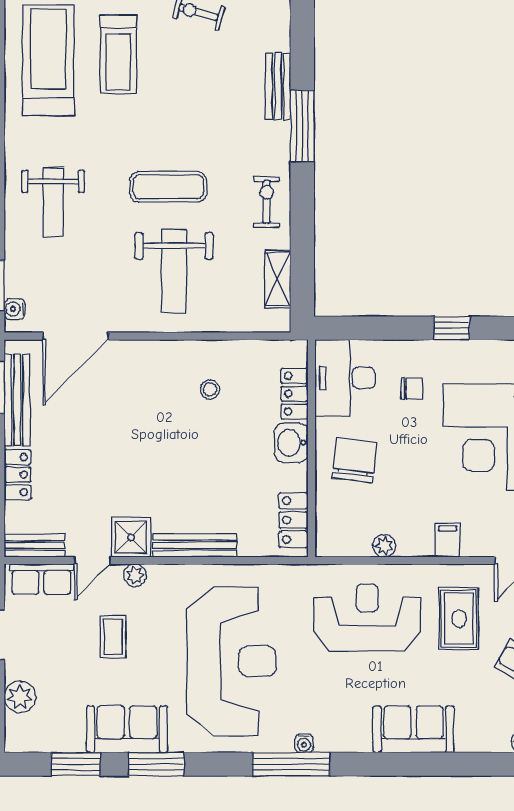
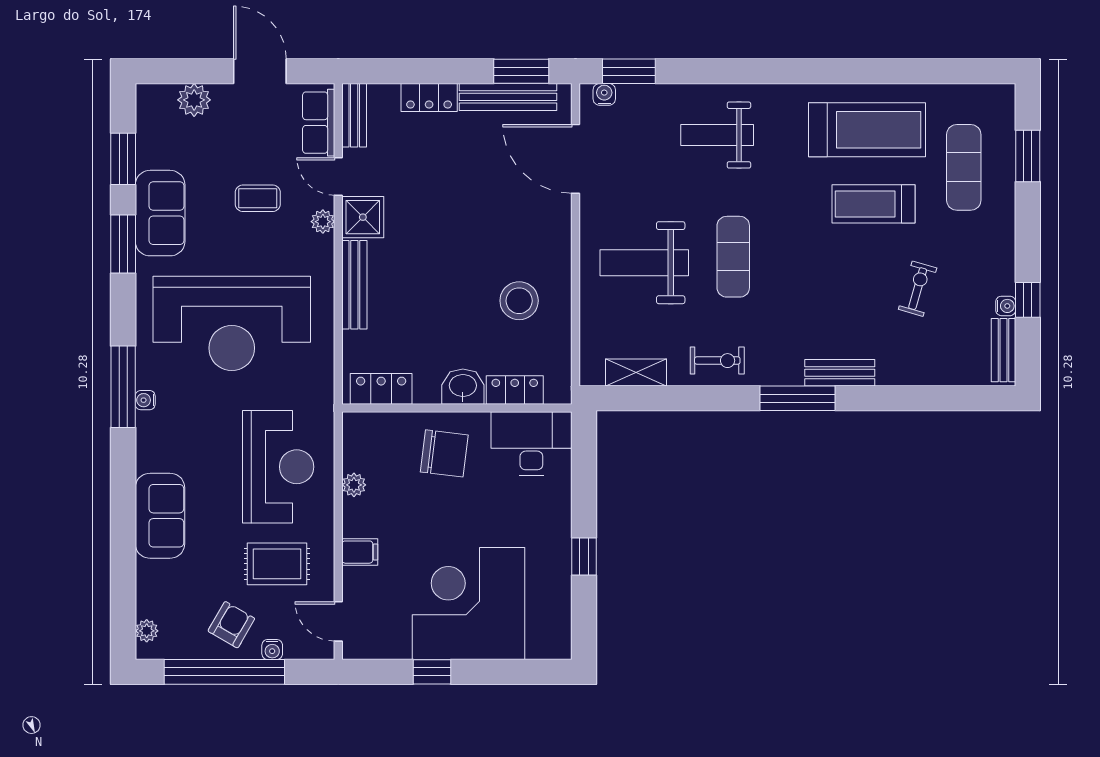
stool: (210, 389) -> (519, 301), width x1.89, depth x1.89
chair: (412, 389) -> (520, 514), removed

